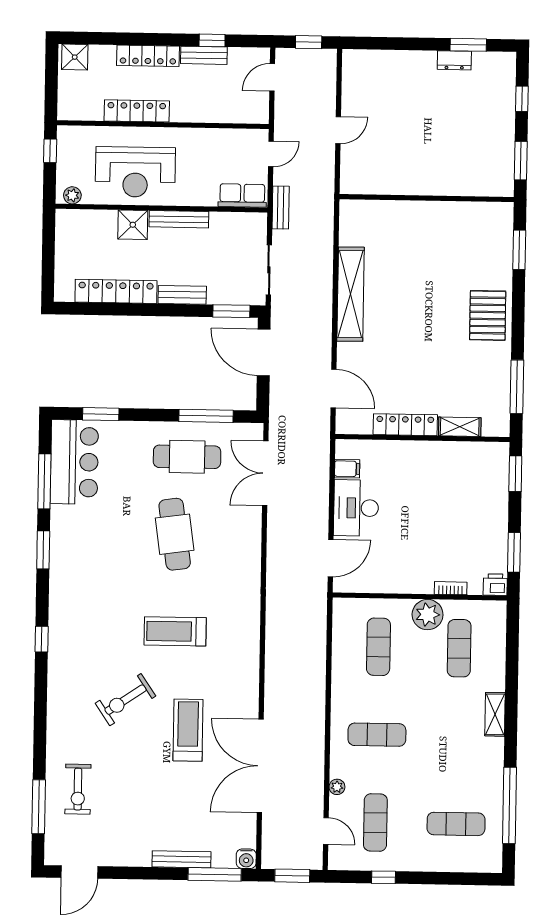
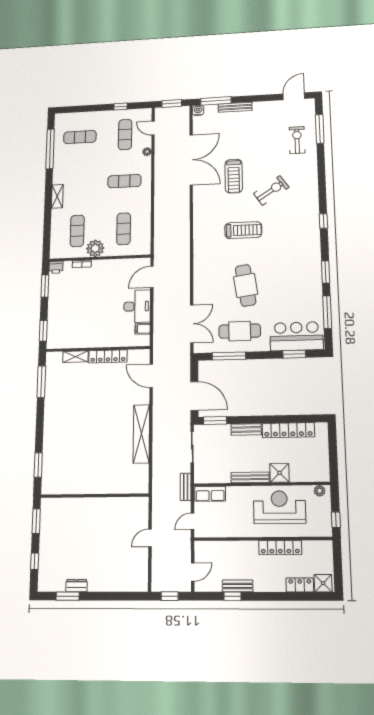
locker: (148, 56) -> (300, 585), moved, width x0.66
pallet: (488, 315) -> (58, 424), removed
bar counter: (74, 462) -> (297, 336), moved, turned 90

